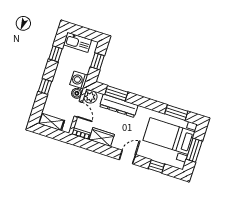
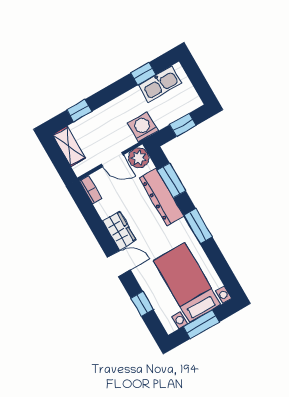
kitchen sink: (77, 42) -> (160, 84), moved, turned -90
window: (45, 86) -> (79, 111), moved
boiler: (77, 93) -> (127, 140), removed
door: (78, 109) -> (112, 160), hinge flipped
window: (176, 113) -> (198, 226), moved
wardrobe: (102, 137) -> (119, 231), moved

